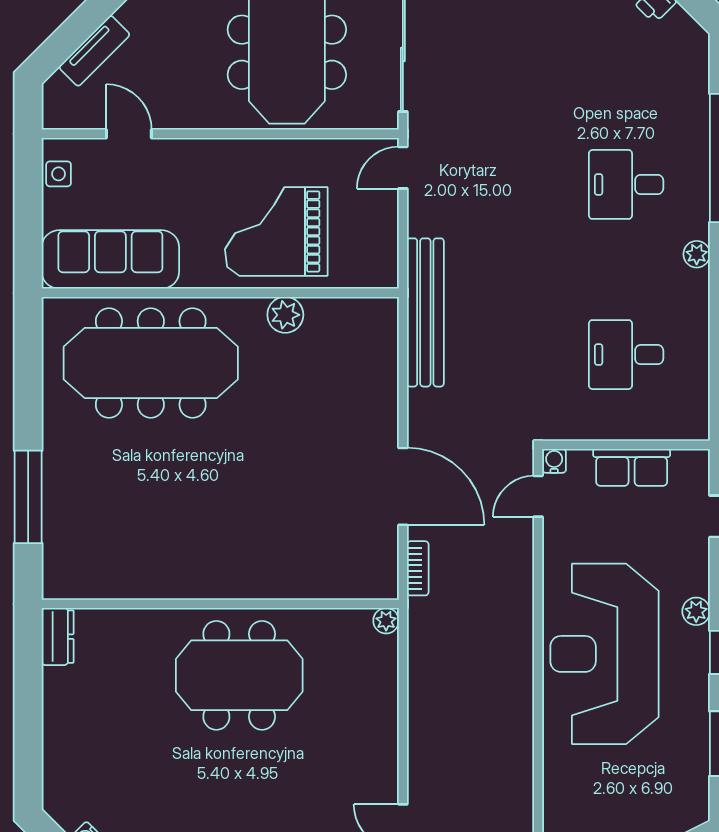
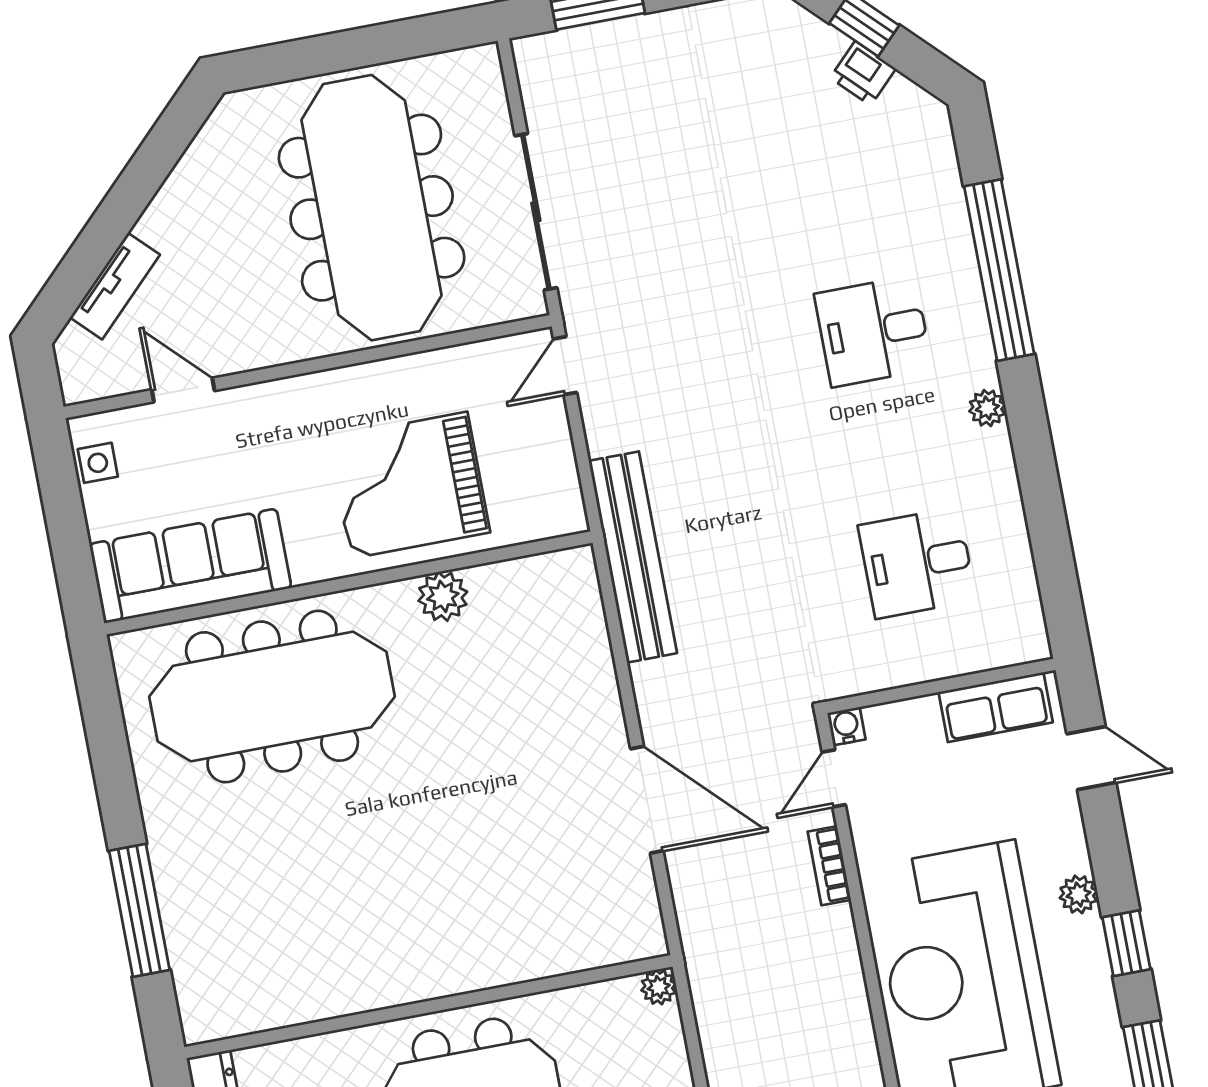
row of seats: (632, 467) -> (996, 707), moved
bookcase: (418, 568) -> (829, 866), moved, turned 180

